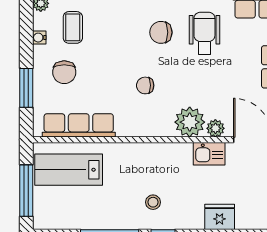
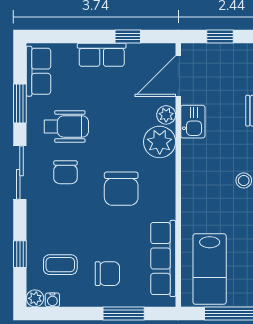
wheelchair: (204, 33) -> (66, 126), turned 180
water cooler: (39, 38) -> (52, 300), moved
chair: (145, 85) -> (121, 189), width x1.87, depth x1.87

